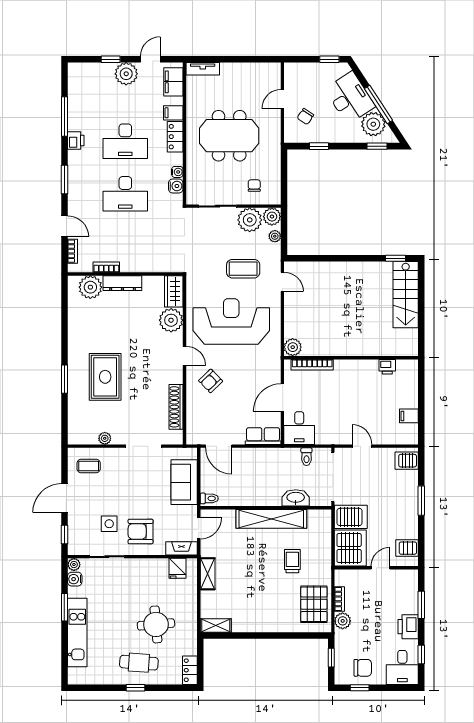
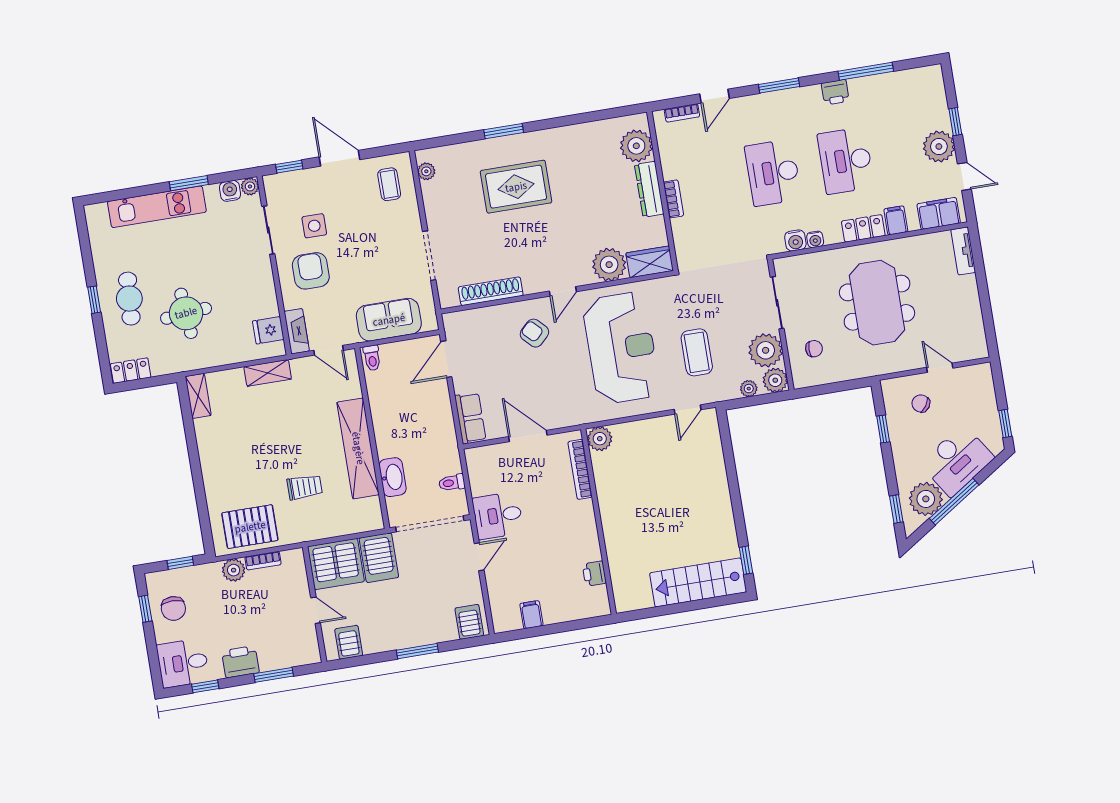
bookcase: (106, 267) -> (673, 199), moved
desk: (299, 428) -> (498, 516), moved
plant: (105, 438) -> (426, 171), moved

